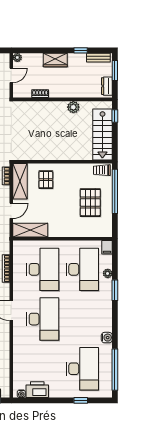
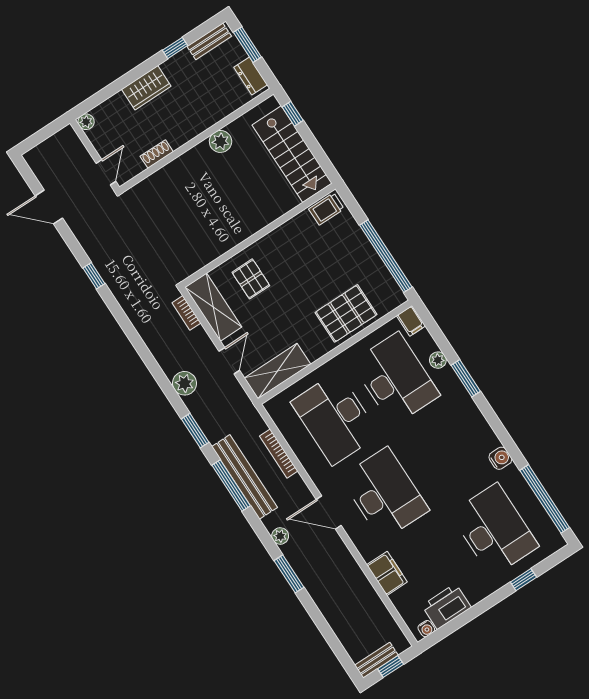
door: (11, 75) -> (106, 172), moved
window: (115, 191) -> (386, 256), moved
pallet: (90, 203) -> (346, 313), moved, turned 90
desk: (43, 269) -> (335, 418), turned 180
filing cabinet: (20, 356) -> (387, 573), added

